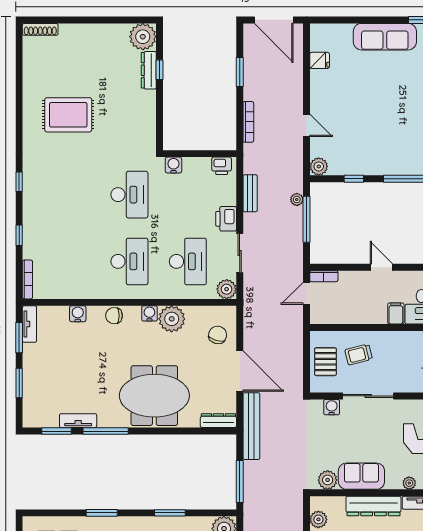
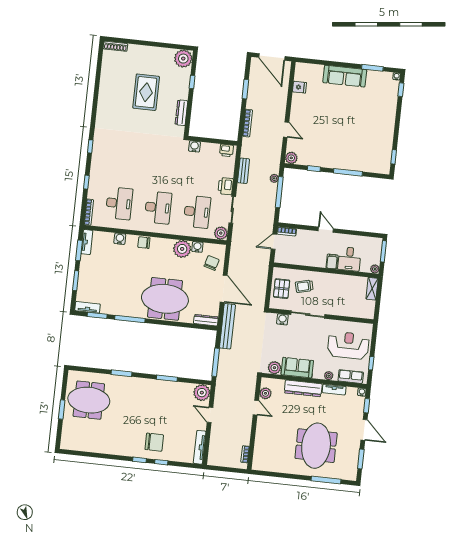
dresser: (149, 70) -> (181, 113), moved
rug: (68, 115) -> (146, 92), moved, turned 90
desk: (129, 195) -> (119, 203), moved
water cooler: (149, 313) -> (197, 247), moved
tv unit: (78, 421) -> (88, 307), moved

